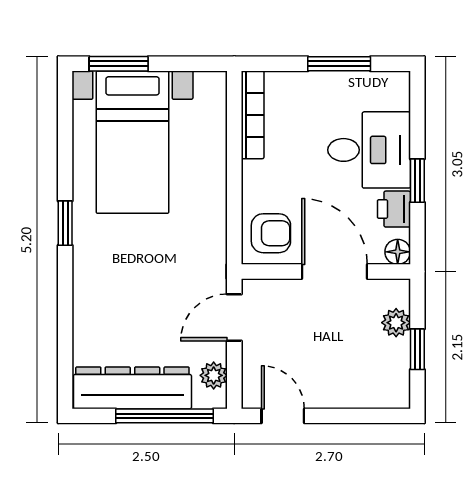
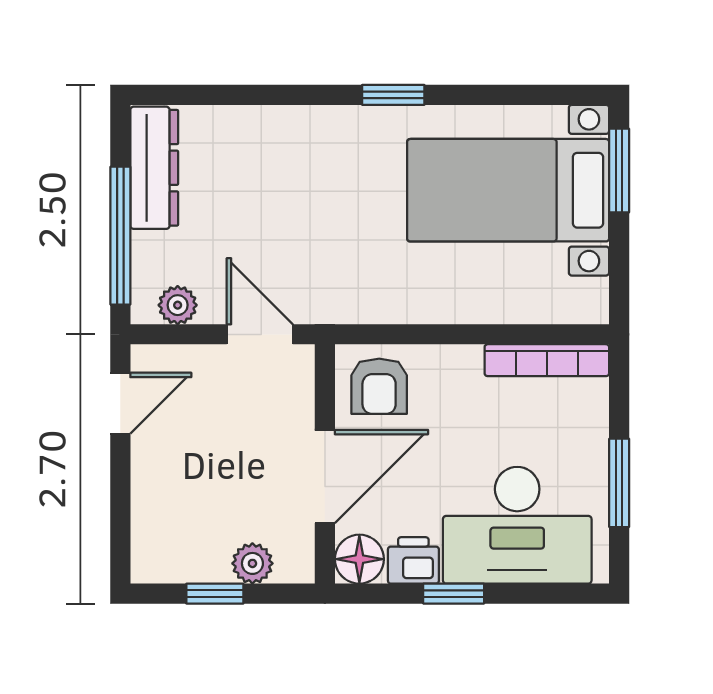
desk: (369, 150) -> (517, 525), width x1.37
floor lamp: (398, 252) -> (359, 559), width x1.37, depth x1.37
dresser: (132, 388) -> (154, 168), width x0.73, depth x0.80

